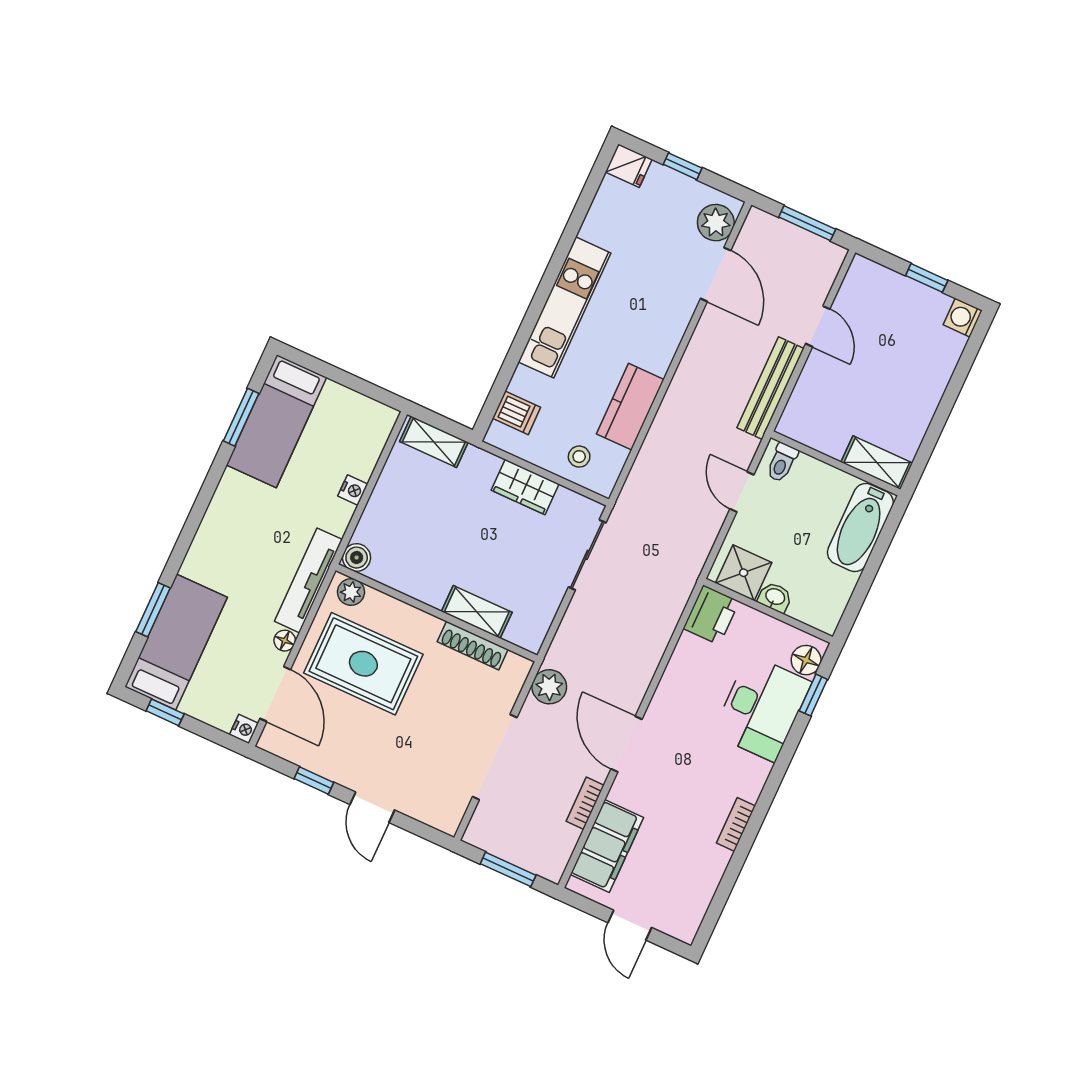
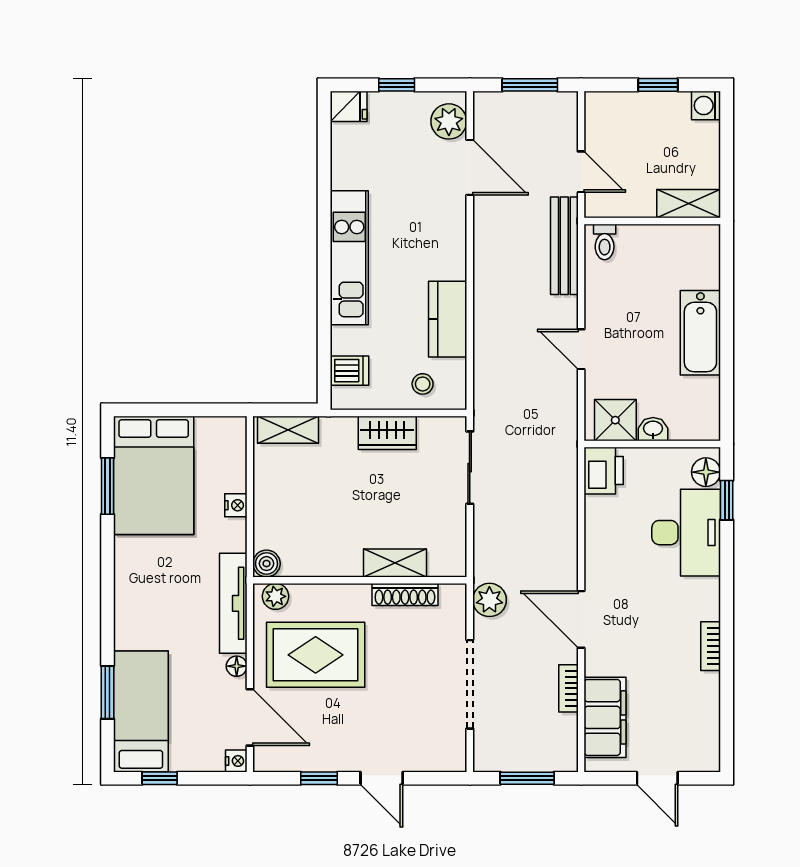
bed: (276, 421) -> (154, 475), width x1.50
toilet: (782, 463) -> (605, 242), moved
wall: (835, 463) -> (652, 221), moved
shelving: (877, 463) -> (689, 204), moved

